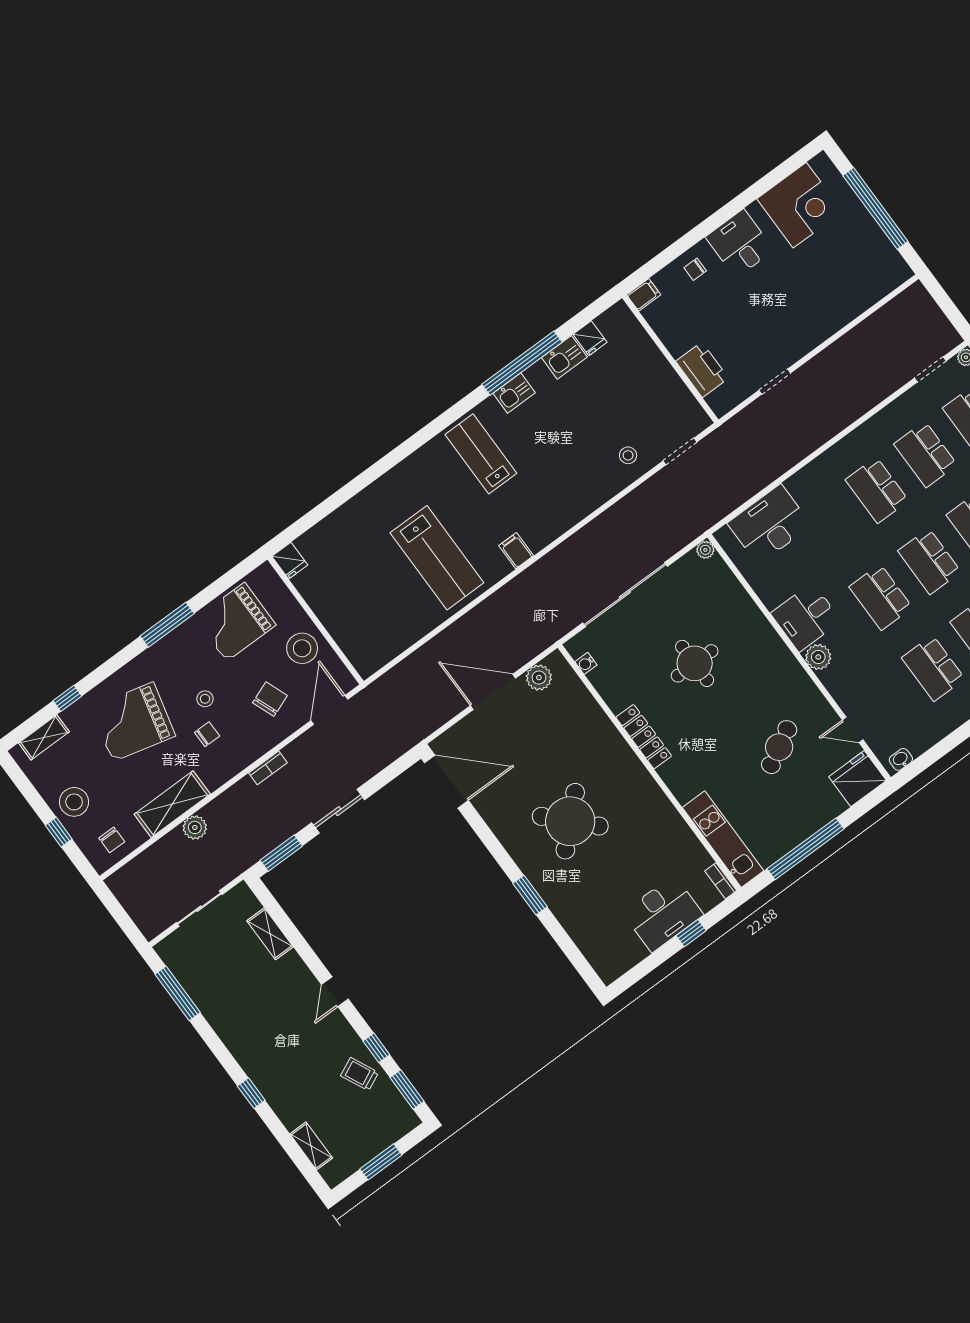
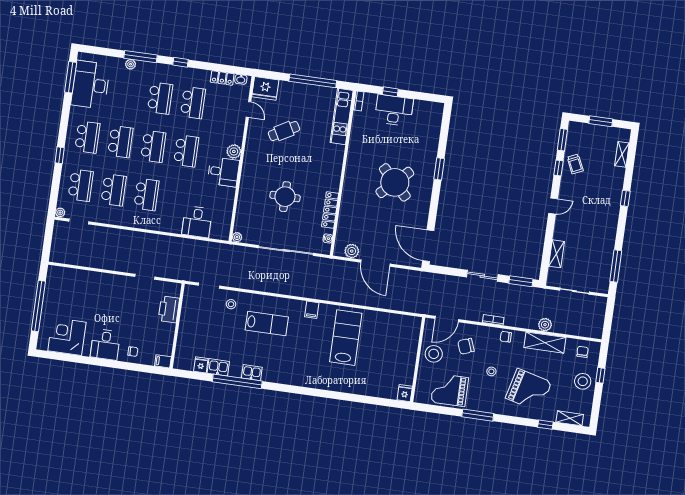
lab bench: (481, 454) -> (267, 324), moved, turned -90
desk: (769, 524) -> (197, 222), width x0.73
grand piano: (236, 622) -> (450, 390), turned 180
chair: (207, 734) -> (506, 337), moved
locker: (644, 737) -> (330, 210), moved
locker: (927, 737) -> (222, 78), added

